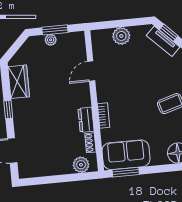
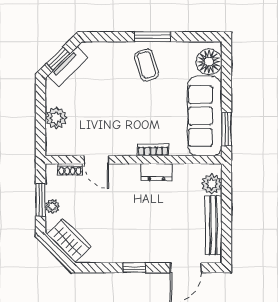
wardrobe: (19, 82) -> (69, 240), moved, turned 45
shoe rack: (90, 143) -> (70, 169), moved
sofa: (126, 155) -> (205, 116), width x1.36
bench: (48, 169) -> (213, 225), added

